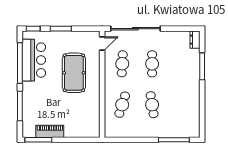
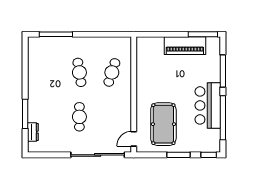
dresser: (195, 40) -> (33, 132), moved
bar counter: (34, 60) -> (208, 105), moved
cafe table: (122, 64) -> (112, 117), removed
pool table: (74, 73) -> (163, 124), moved
piano: (50, 131) -> (185, 46), width x1.37, depth x1.33

